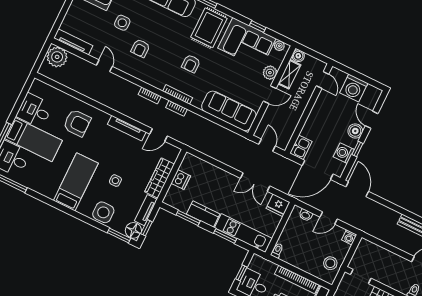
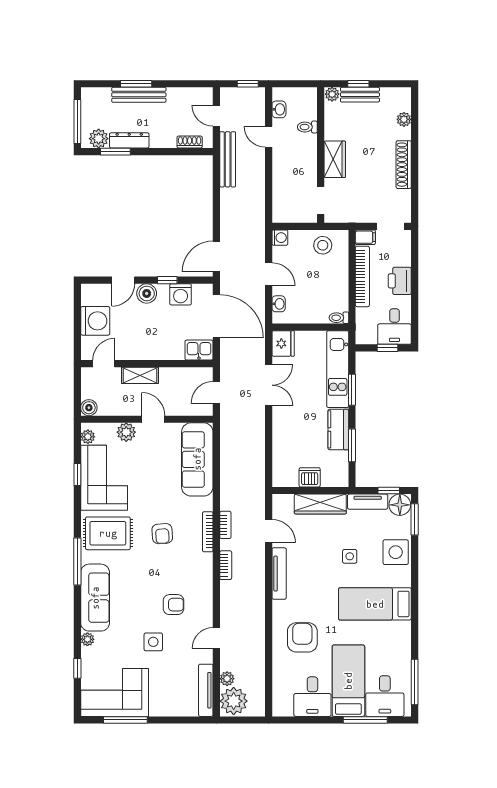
plant: (74, 60) -> (227, 679), added
armchair: (191, 64) -> (162, 534), turned 86
shelving: (289, 74) -> (140, 375), moved

